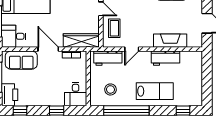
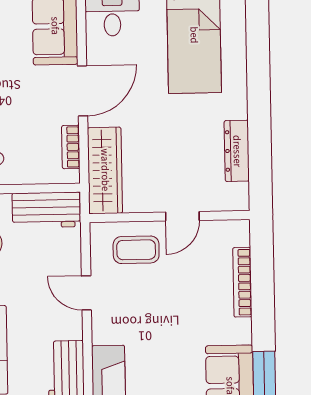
workbench: (108, 58) -> (46, 210), moved, turned -90

